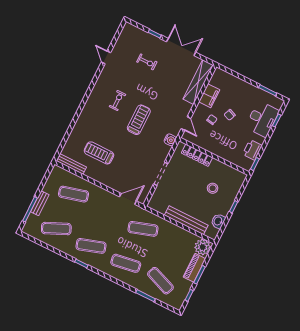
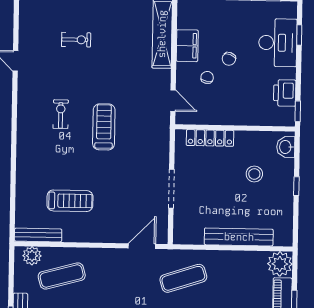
water cooler: (170, 140) -> (162, 134), removed
treadmill: (99, 153) -> (70, 201), turned 180
plant: (62, 174) -> (32, 256), added
washbasin: (218, 221) -> (286, 147), moved

